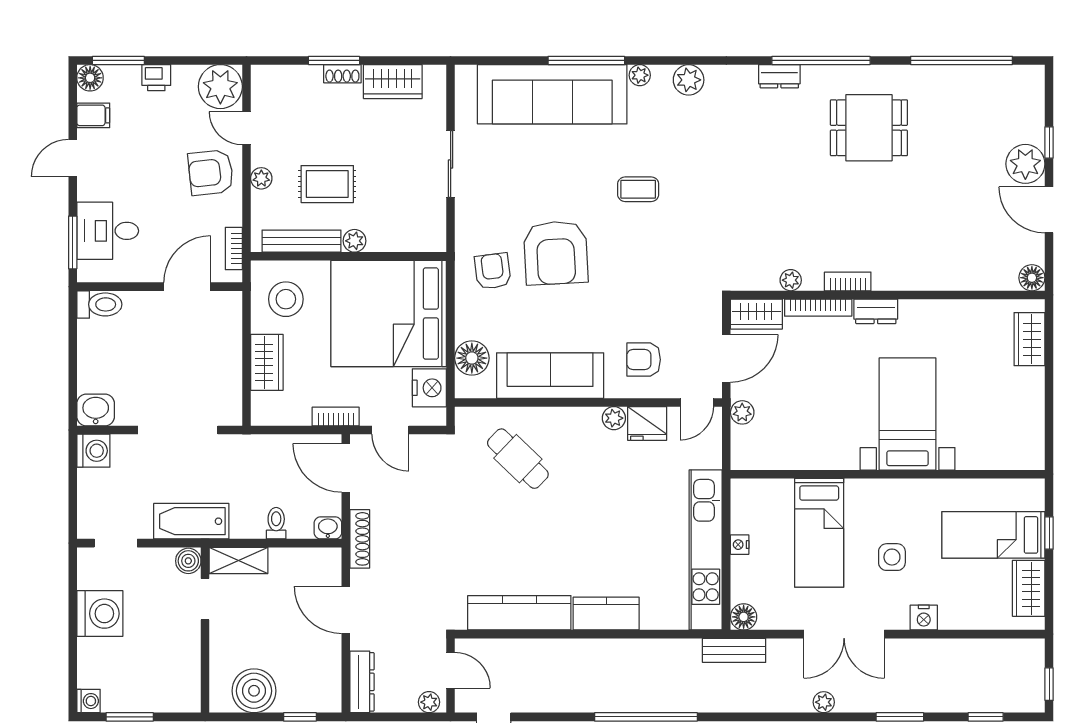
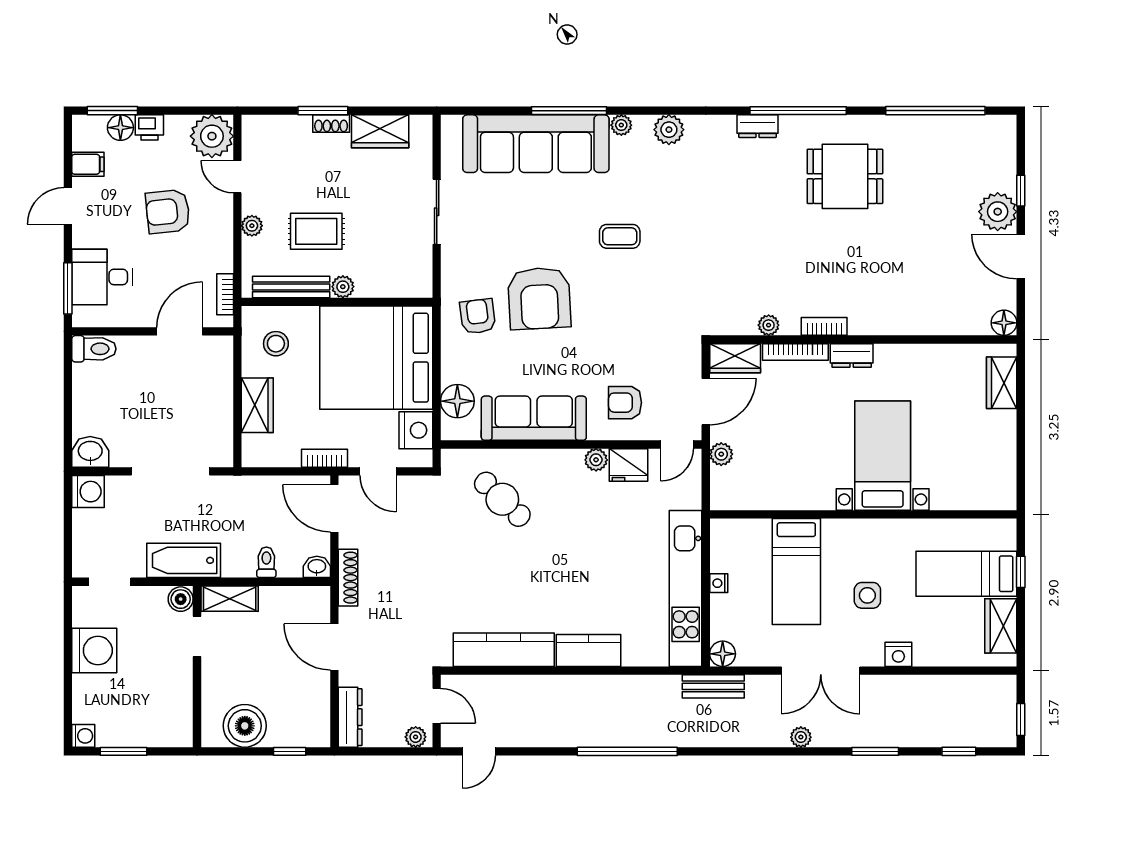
floor lamp: (90, 78) -> (120, 128), moved
armchair: (211, 173) -> (168, 211), moved
stool: (286, 299) -> (276, 344), width x0.73, depth x0.73

